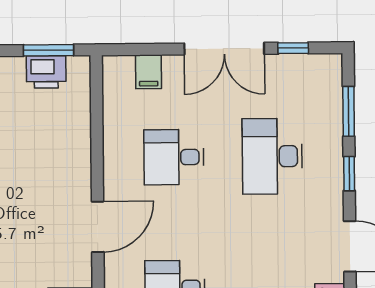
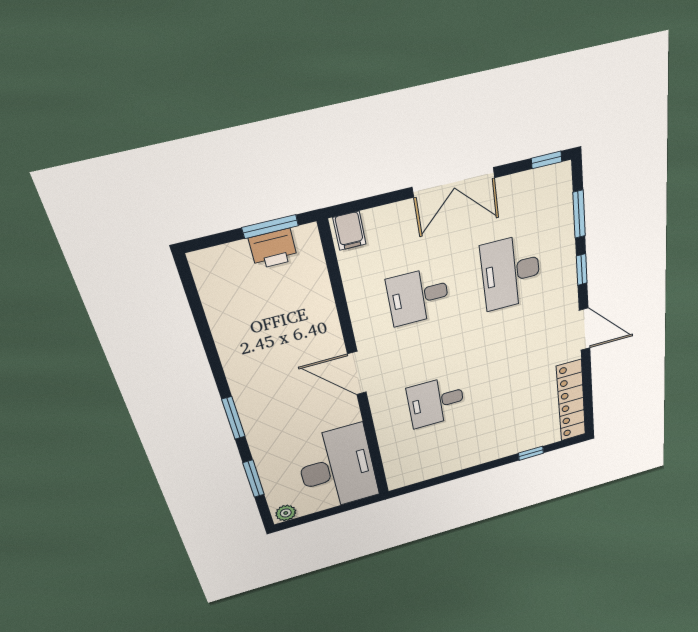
window: (293, 48) -> (547, 160), moved
filing cabinet: (149, 72) -> (349, 231), moved
door: (98, 227) -> (357, 373), swing flipped

